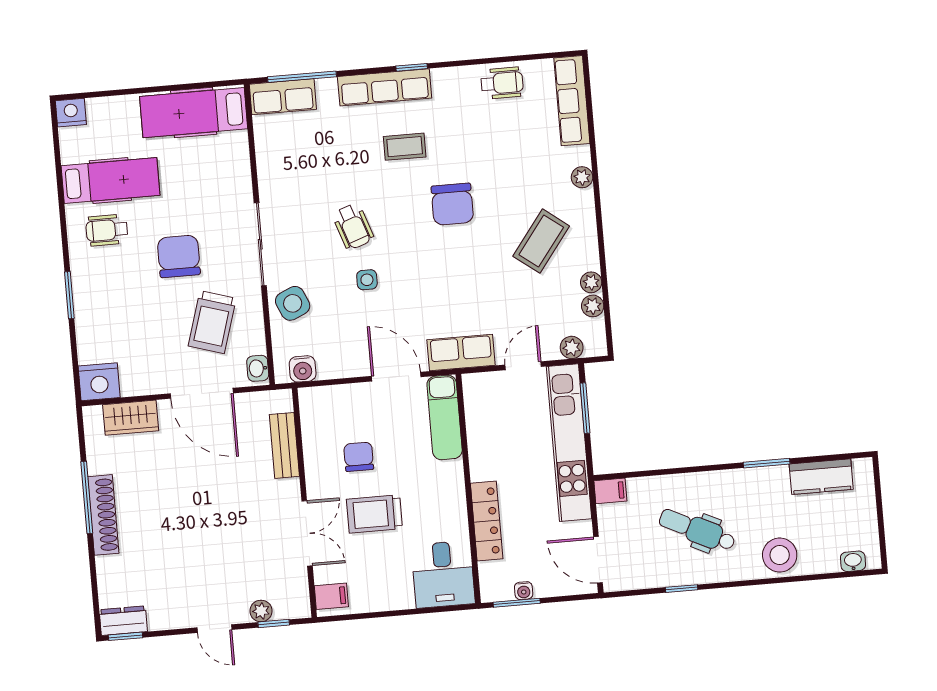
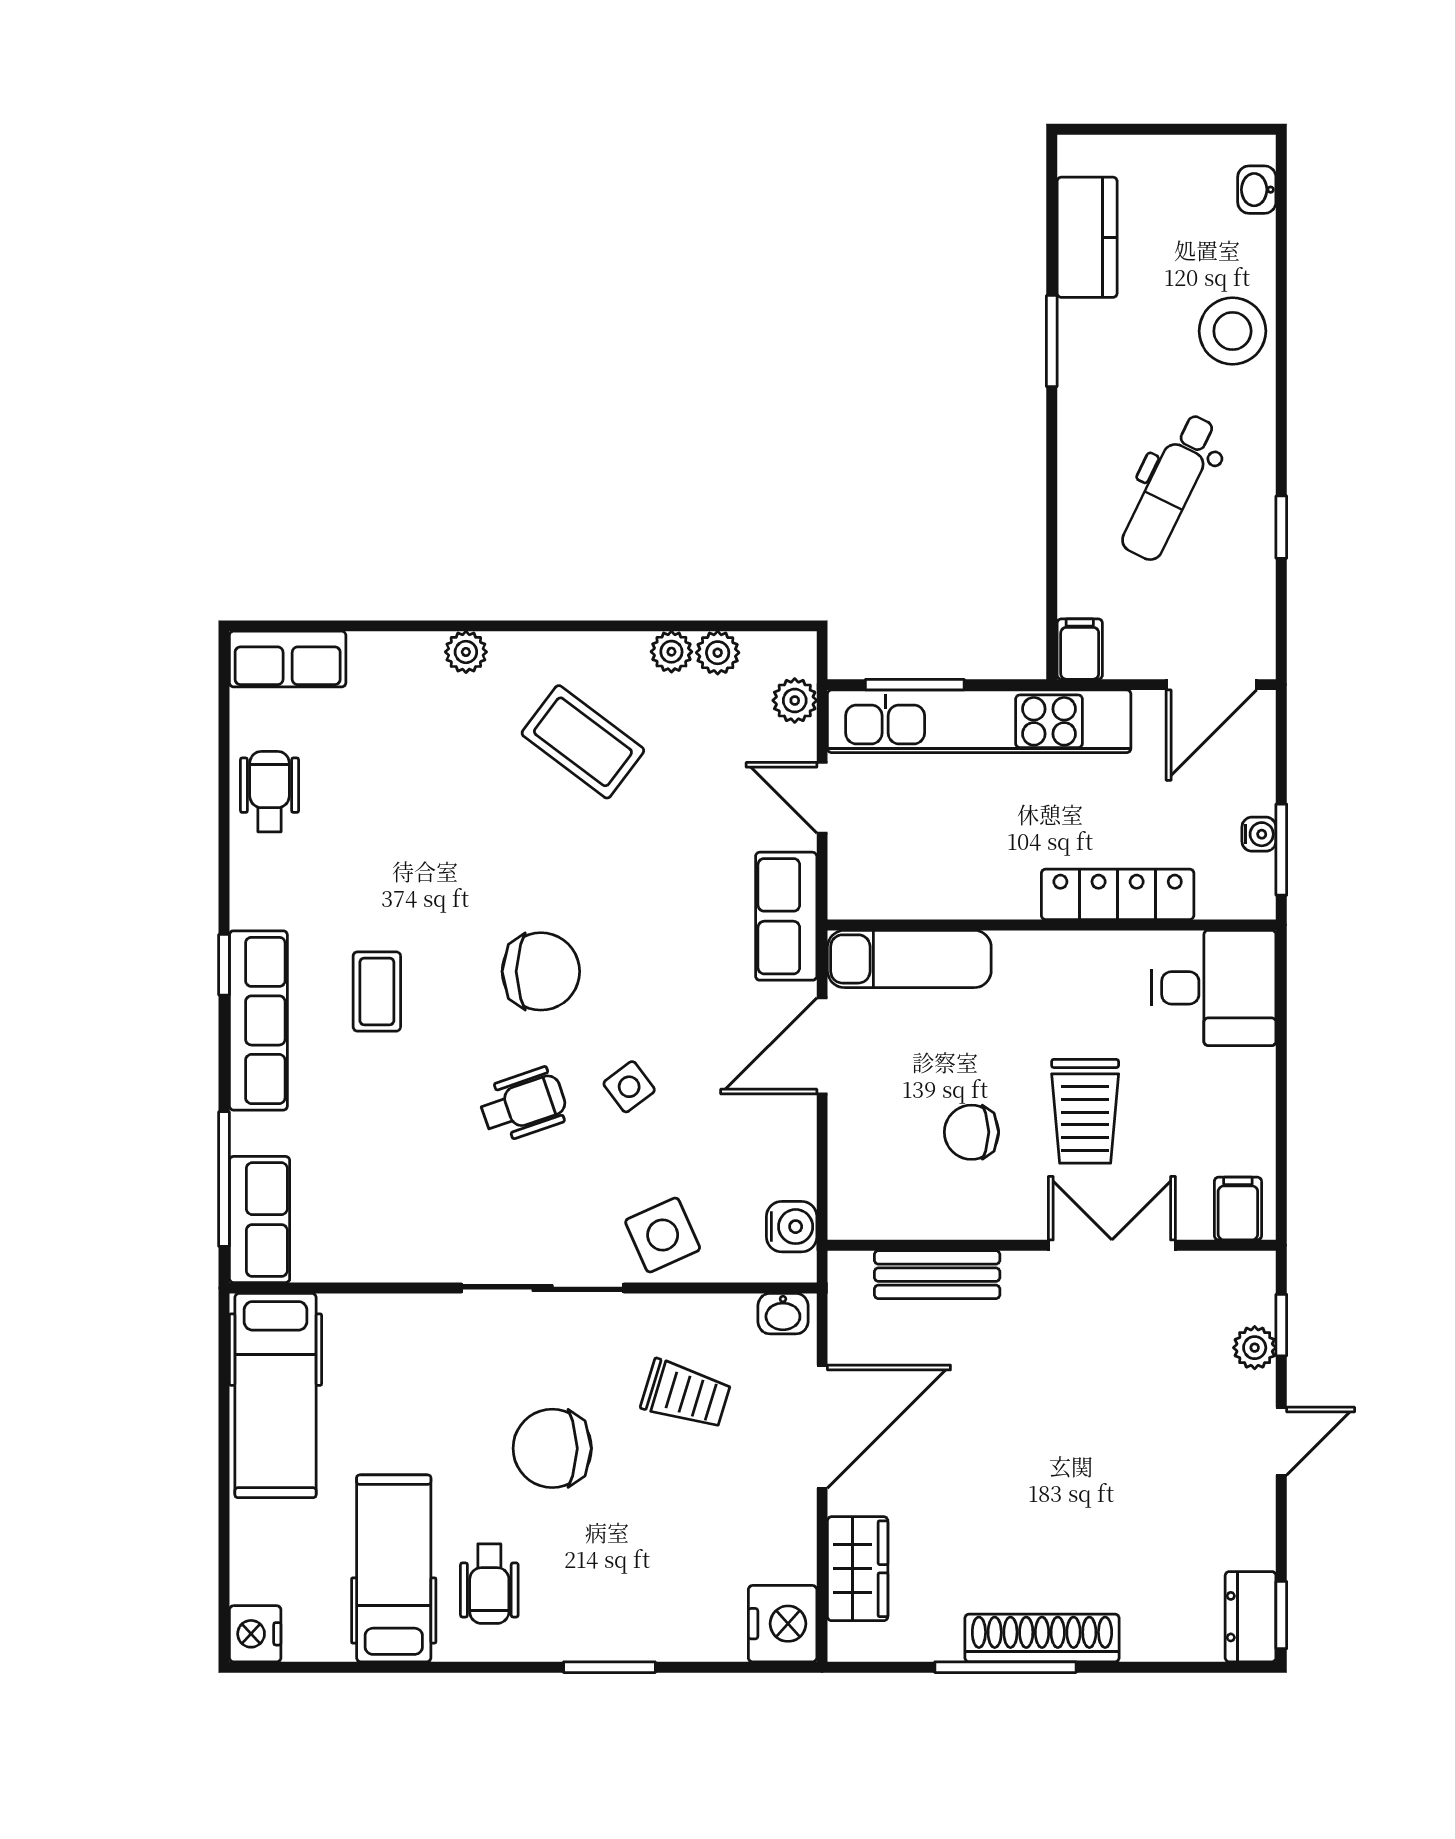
row of seats: (572, 101) -> (288, 659), width x0.68
chair: (452, 204) -> (541, 971), moved
side table: (367, 280) -> (629, 1087), turned -37
trolley: (212, 322) -> (686, 1394), width x0.73, depth x0.72

